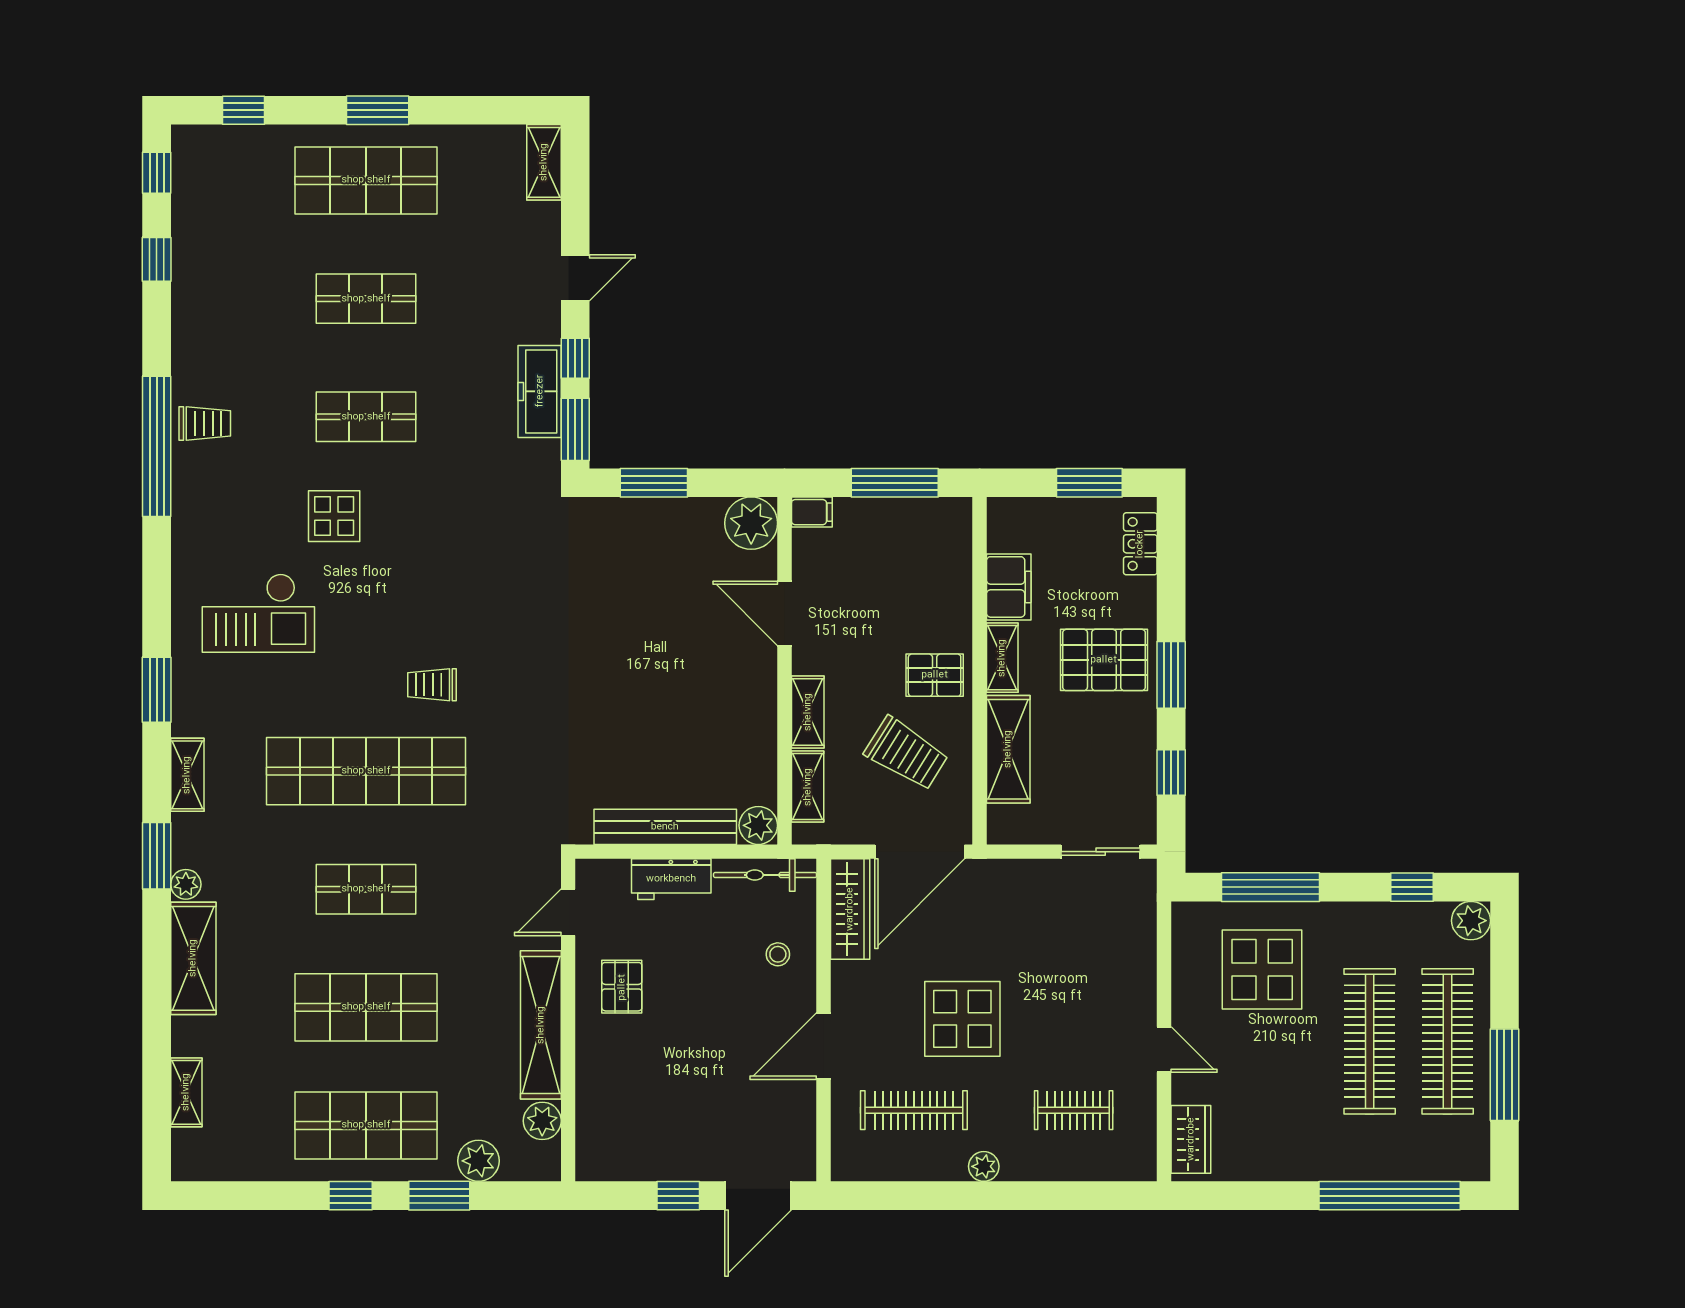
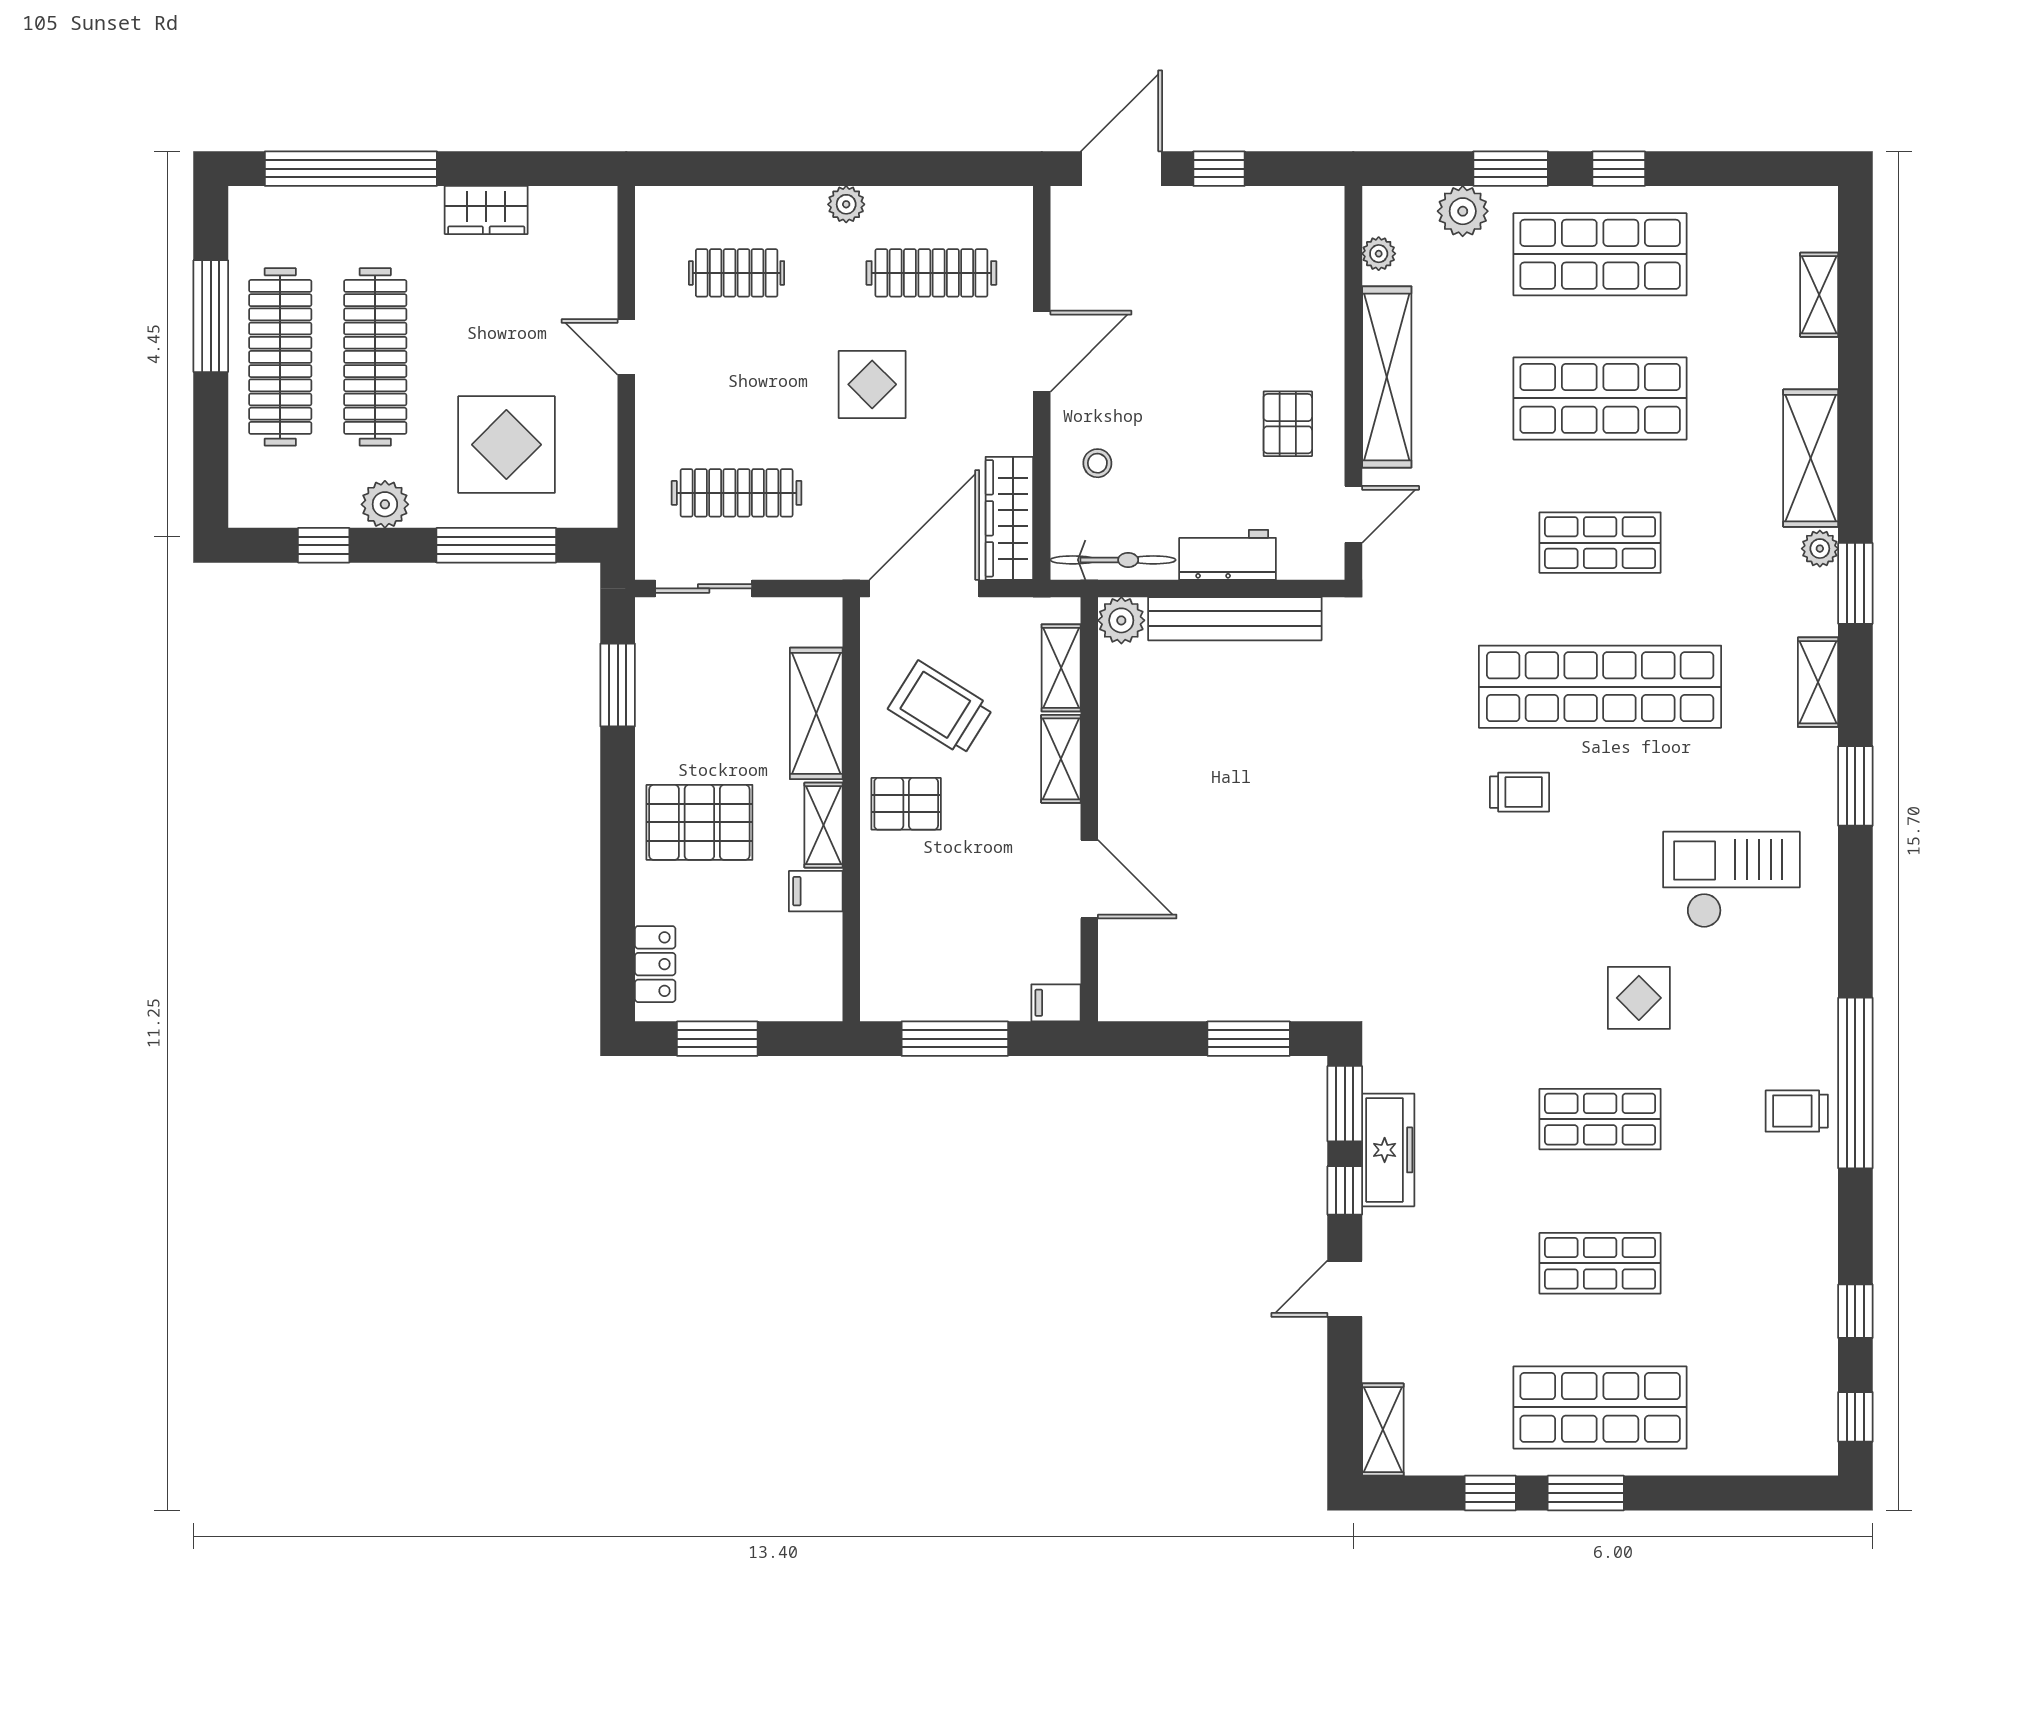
window: (244, 110) -> (1490, 1493), moved
plant: (751, 523) -> (1130, 989), removed
filing cabinet: (1009, 587) -> (816, 891), width x0.50
window: (1171, 675) -> (618, 804), removed
window: (1171, 773) -> (618, 685), width x1.50
plant: (1471, 921) -> (385, 504), moved
clothes rail: (1074, 930) -> (737, 493), added
display table: (962, 1019) -> (872, 384), width x0.73, depth x0.73
plant: (542, 1121) -> (1379, 254), width x0.73, depth x0.73
wardrobe: (1191, 1139) -> (486, 210), moved, turned -90

